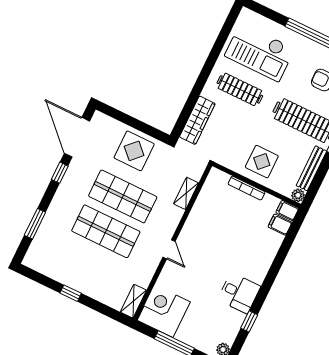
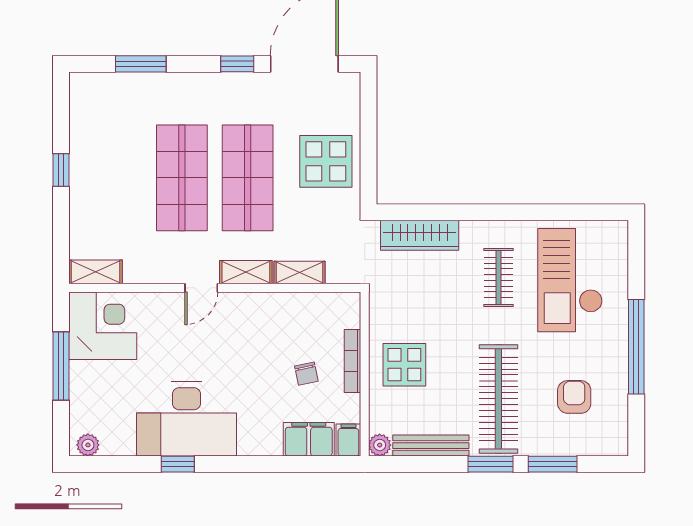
clothes rail: (240, 89) -> (498, 278), width x0.73
chair: (241, 216) -> (306, 374), added
shelving: (172, 222) -> (246, 272), added
filing cabinet: (280, 225) -> (309, 439), width x2.00
desk: (239, 293) -> (186, 419), width x1.87, depth x1.30
window: (249, 321) -> (178, 464), moved

